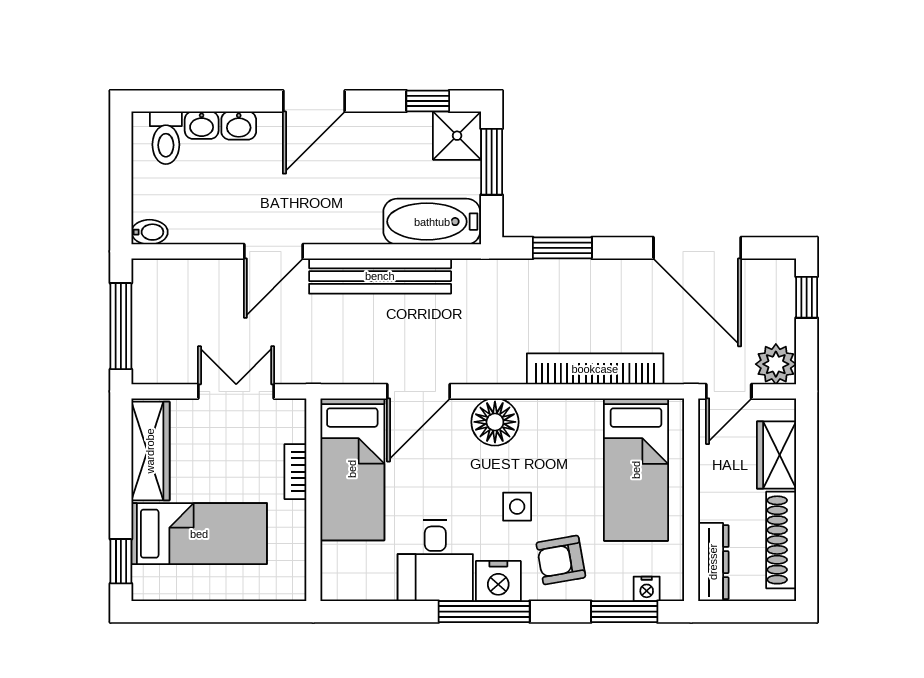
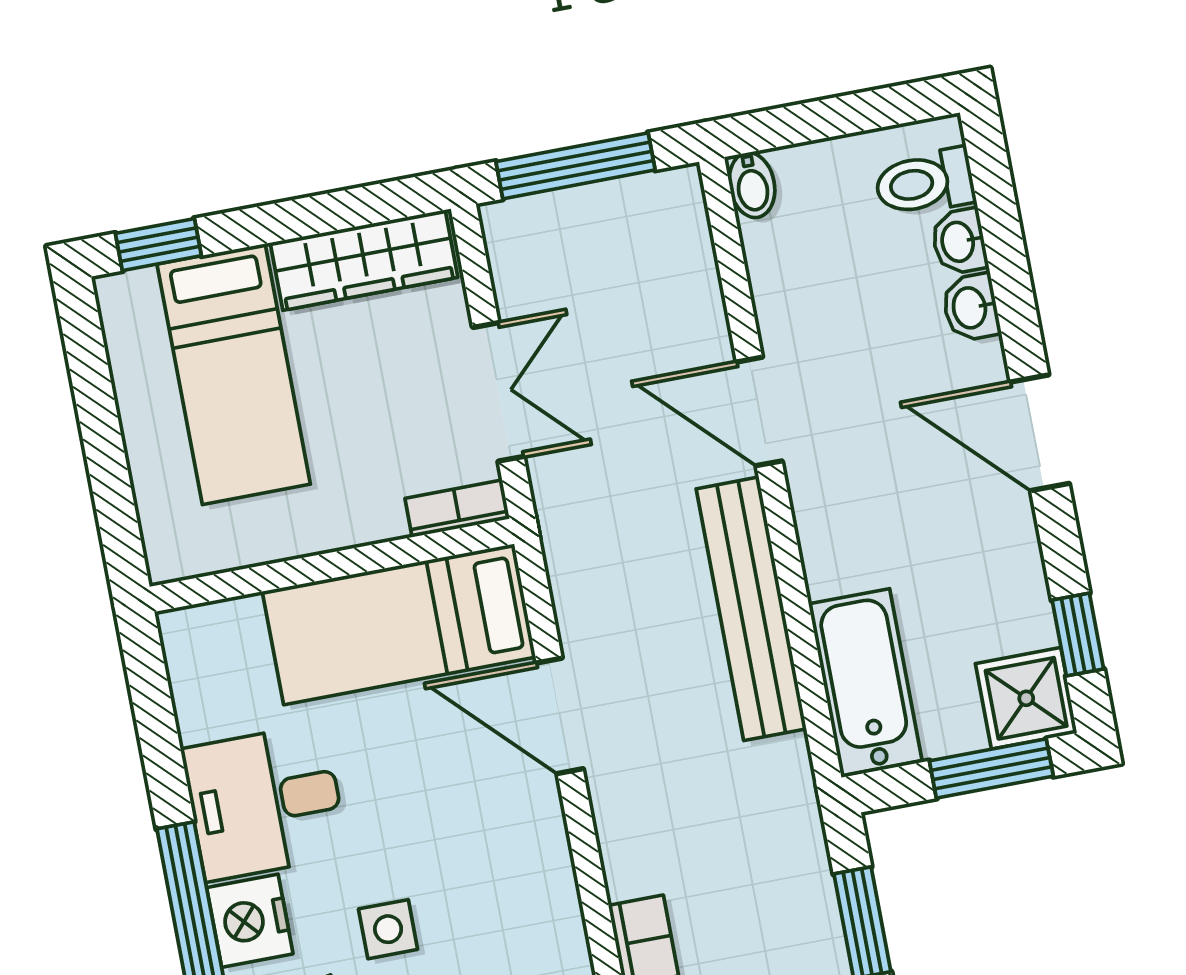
floor lamp: (495, 422) -> (531, 861), removed
bookcase: (295, 472) -> (457, 509), moved

